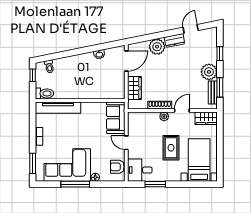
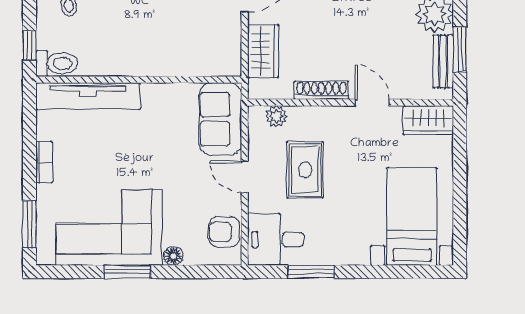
window: (33, 75) -> (29, 45), moved
door: (182, 110) -> (372, 103), hinge flipped
plant: (164, 116) -> (276, 116), moved
rug: (171, 148) -> (305, 170), moved
window: (75, 184) -> (127, 272), width x0.69

